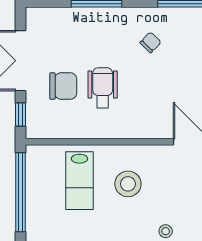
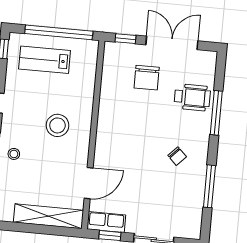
wheelchair: (103, 88) -> (192, 97), moved
lab bench: (79, 181) -> (45, 60), moved

